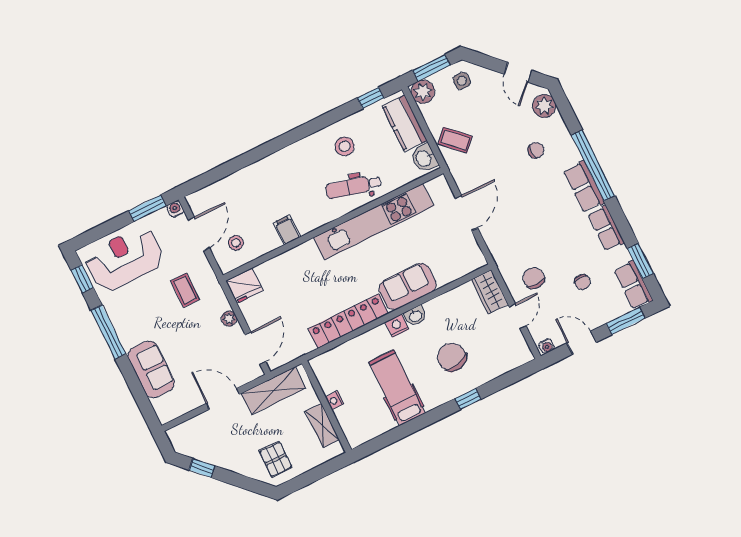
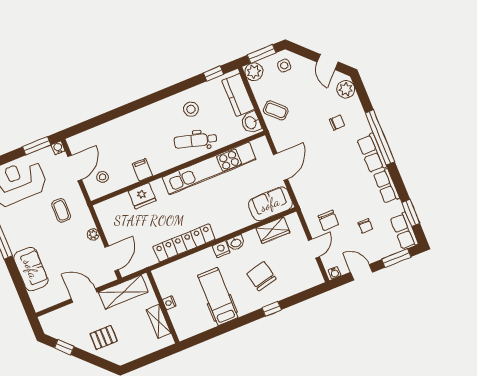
chair: (534, 278) -> (328, 220), turned 180
fridge: (244, 286) -> (142, 196), moved
sofa: (408, 287) -> (270, 204), moved
wardrobe: (490, 292) -> (273, 230), moved, turned -90
pallet: (276, 459) -> (104, 337), moved, turned 90

